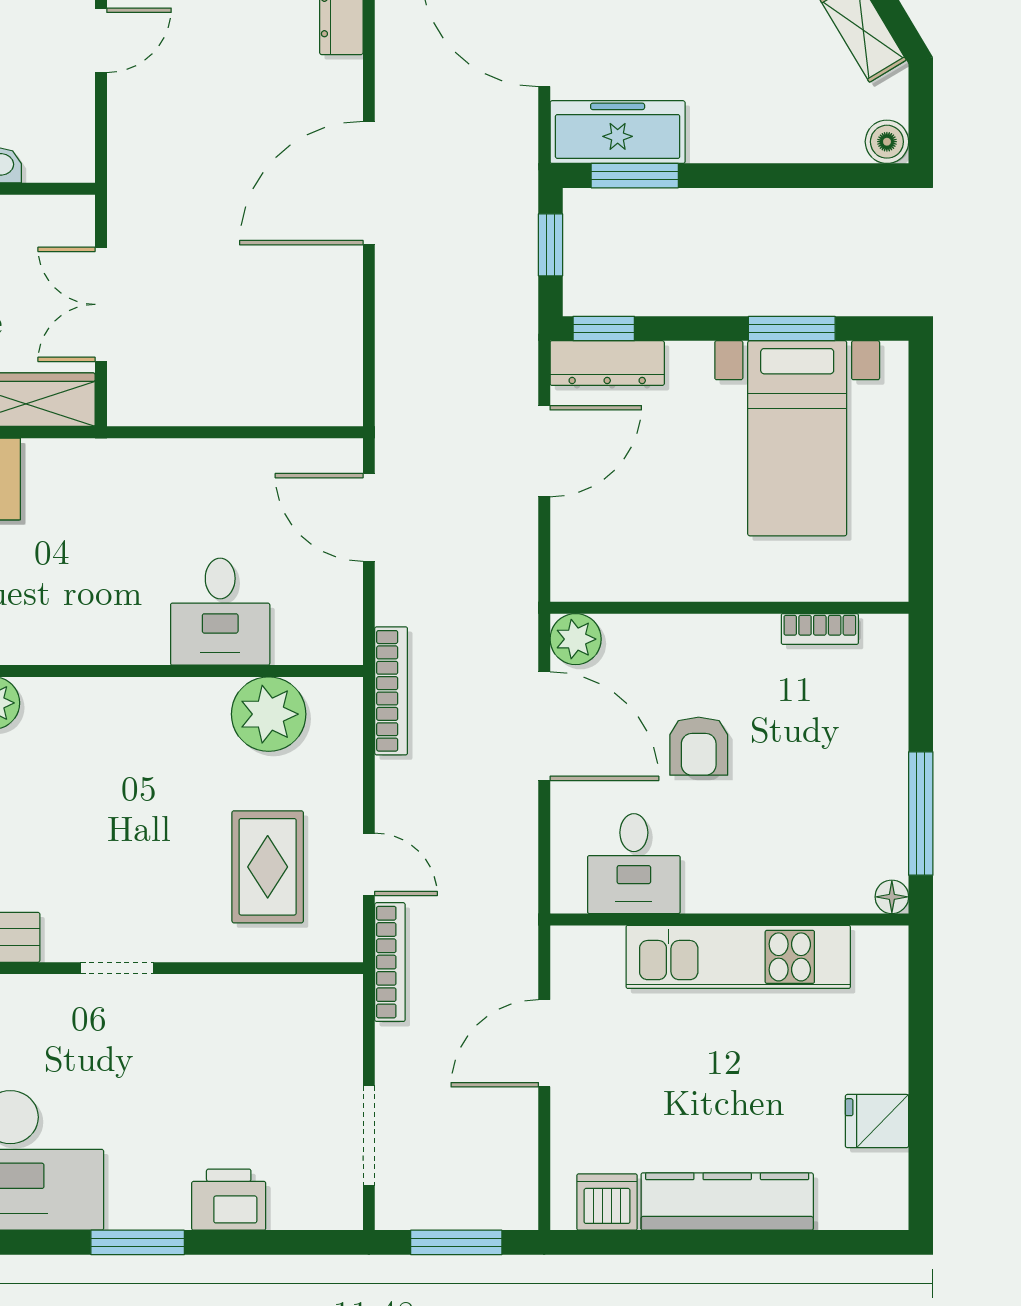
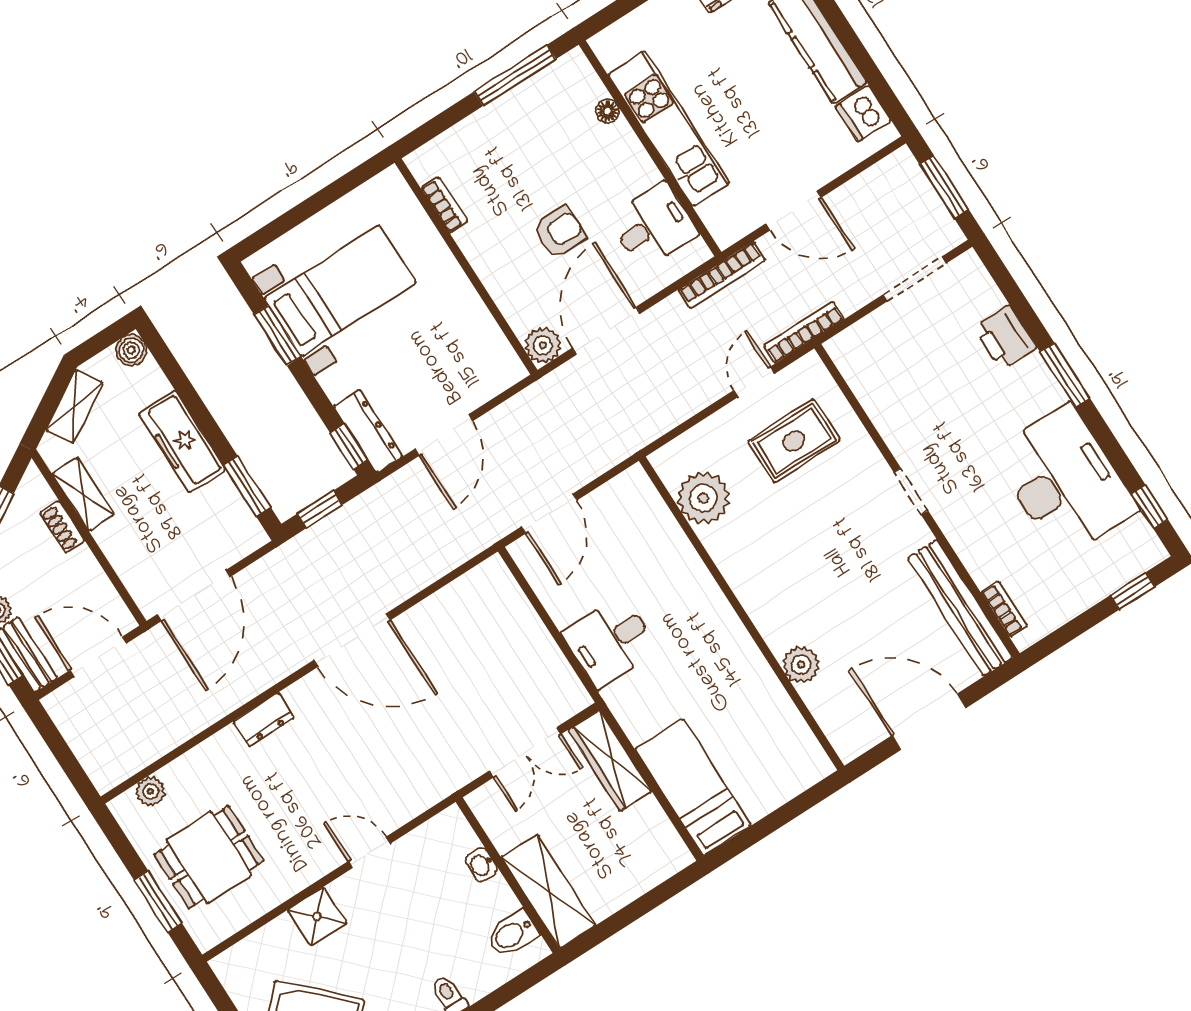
freezer: (618, 132) -> (182, 442), moved
door: (544, 451) -> (444, 435), swing flipped
desk: (220, 612) -> (610, 642), moved, turned 180
bookcase: (391, 691) -> (722, 275), moved, turned 180
floor lamp: (892, 897) -> (607, 111), moved

